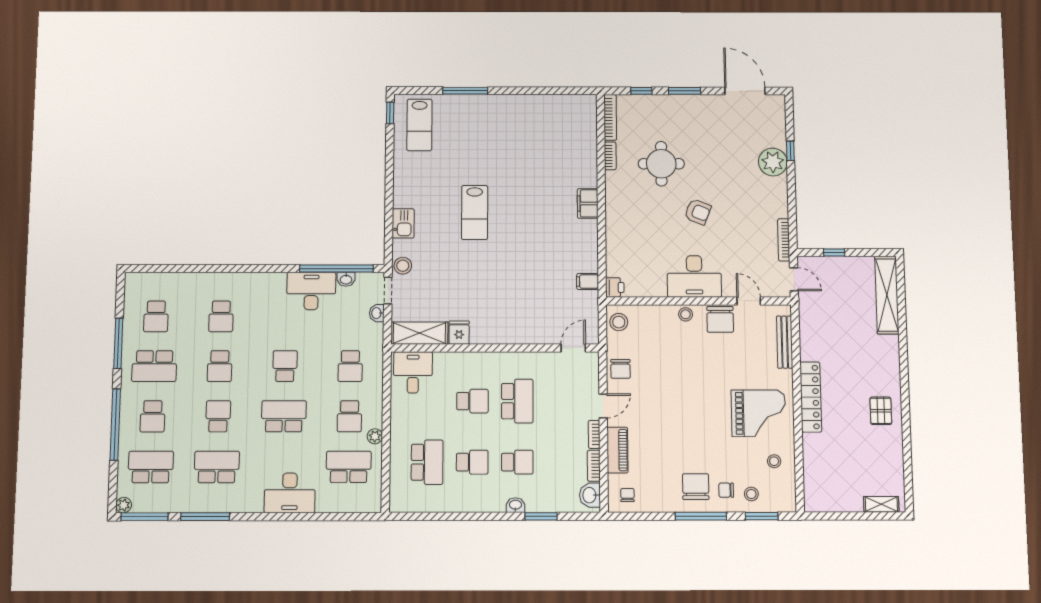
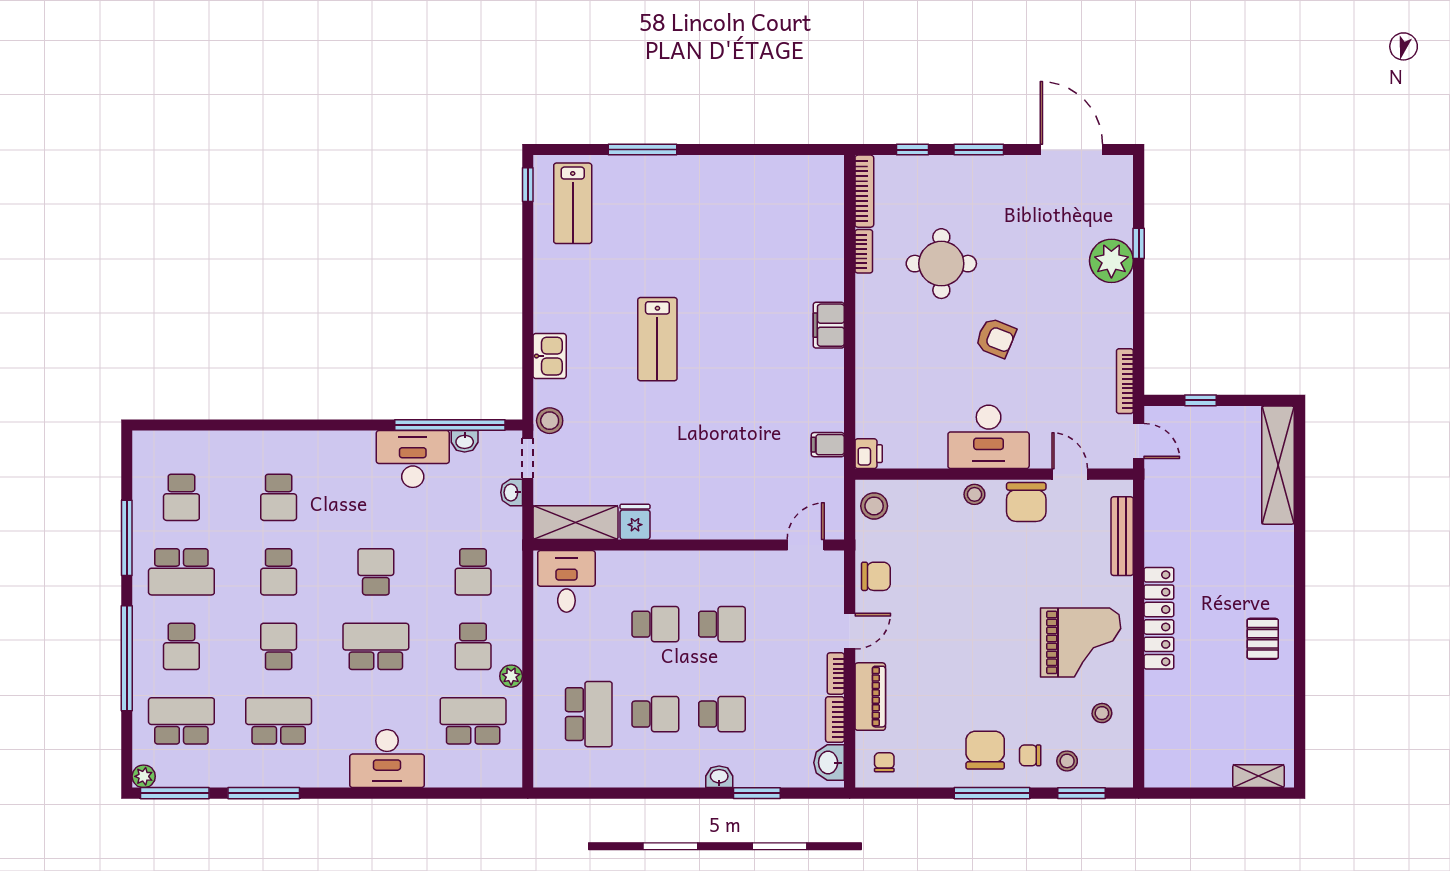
chair: (620, 369) -> (876, 576), turned -90
school desk: (517, 401) -> (722, 624), width x0.54

